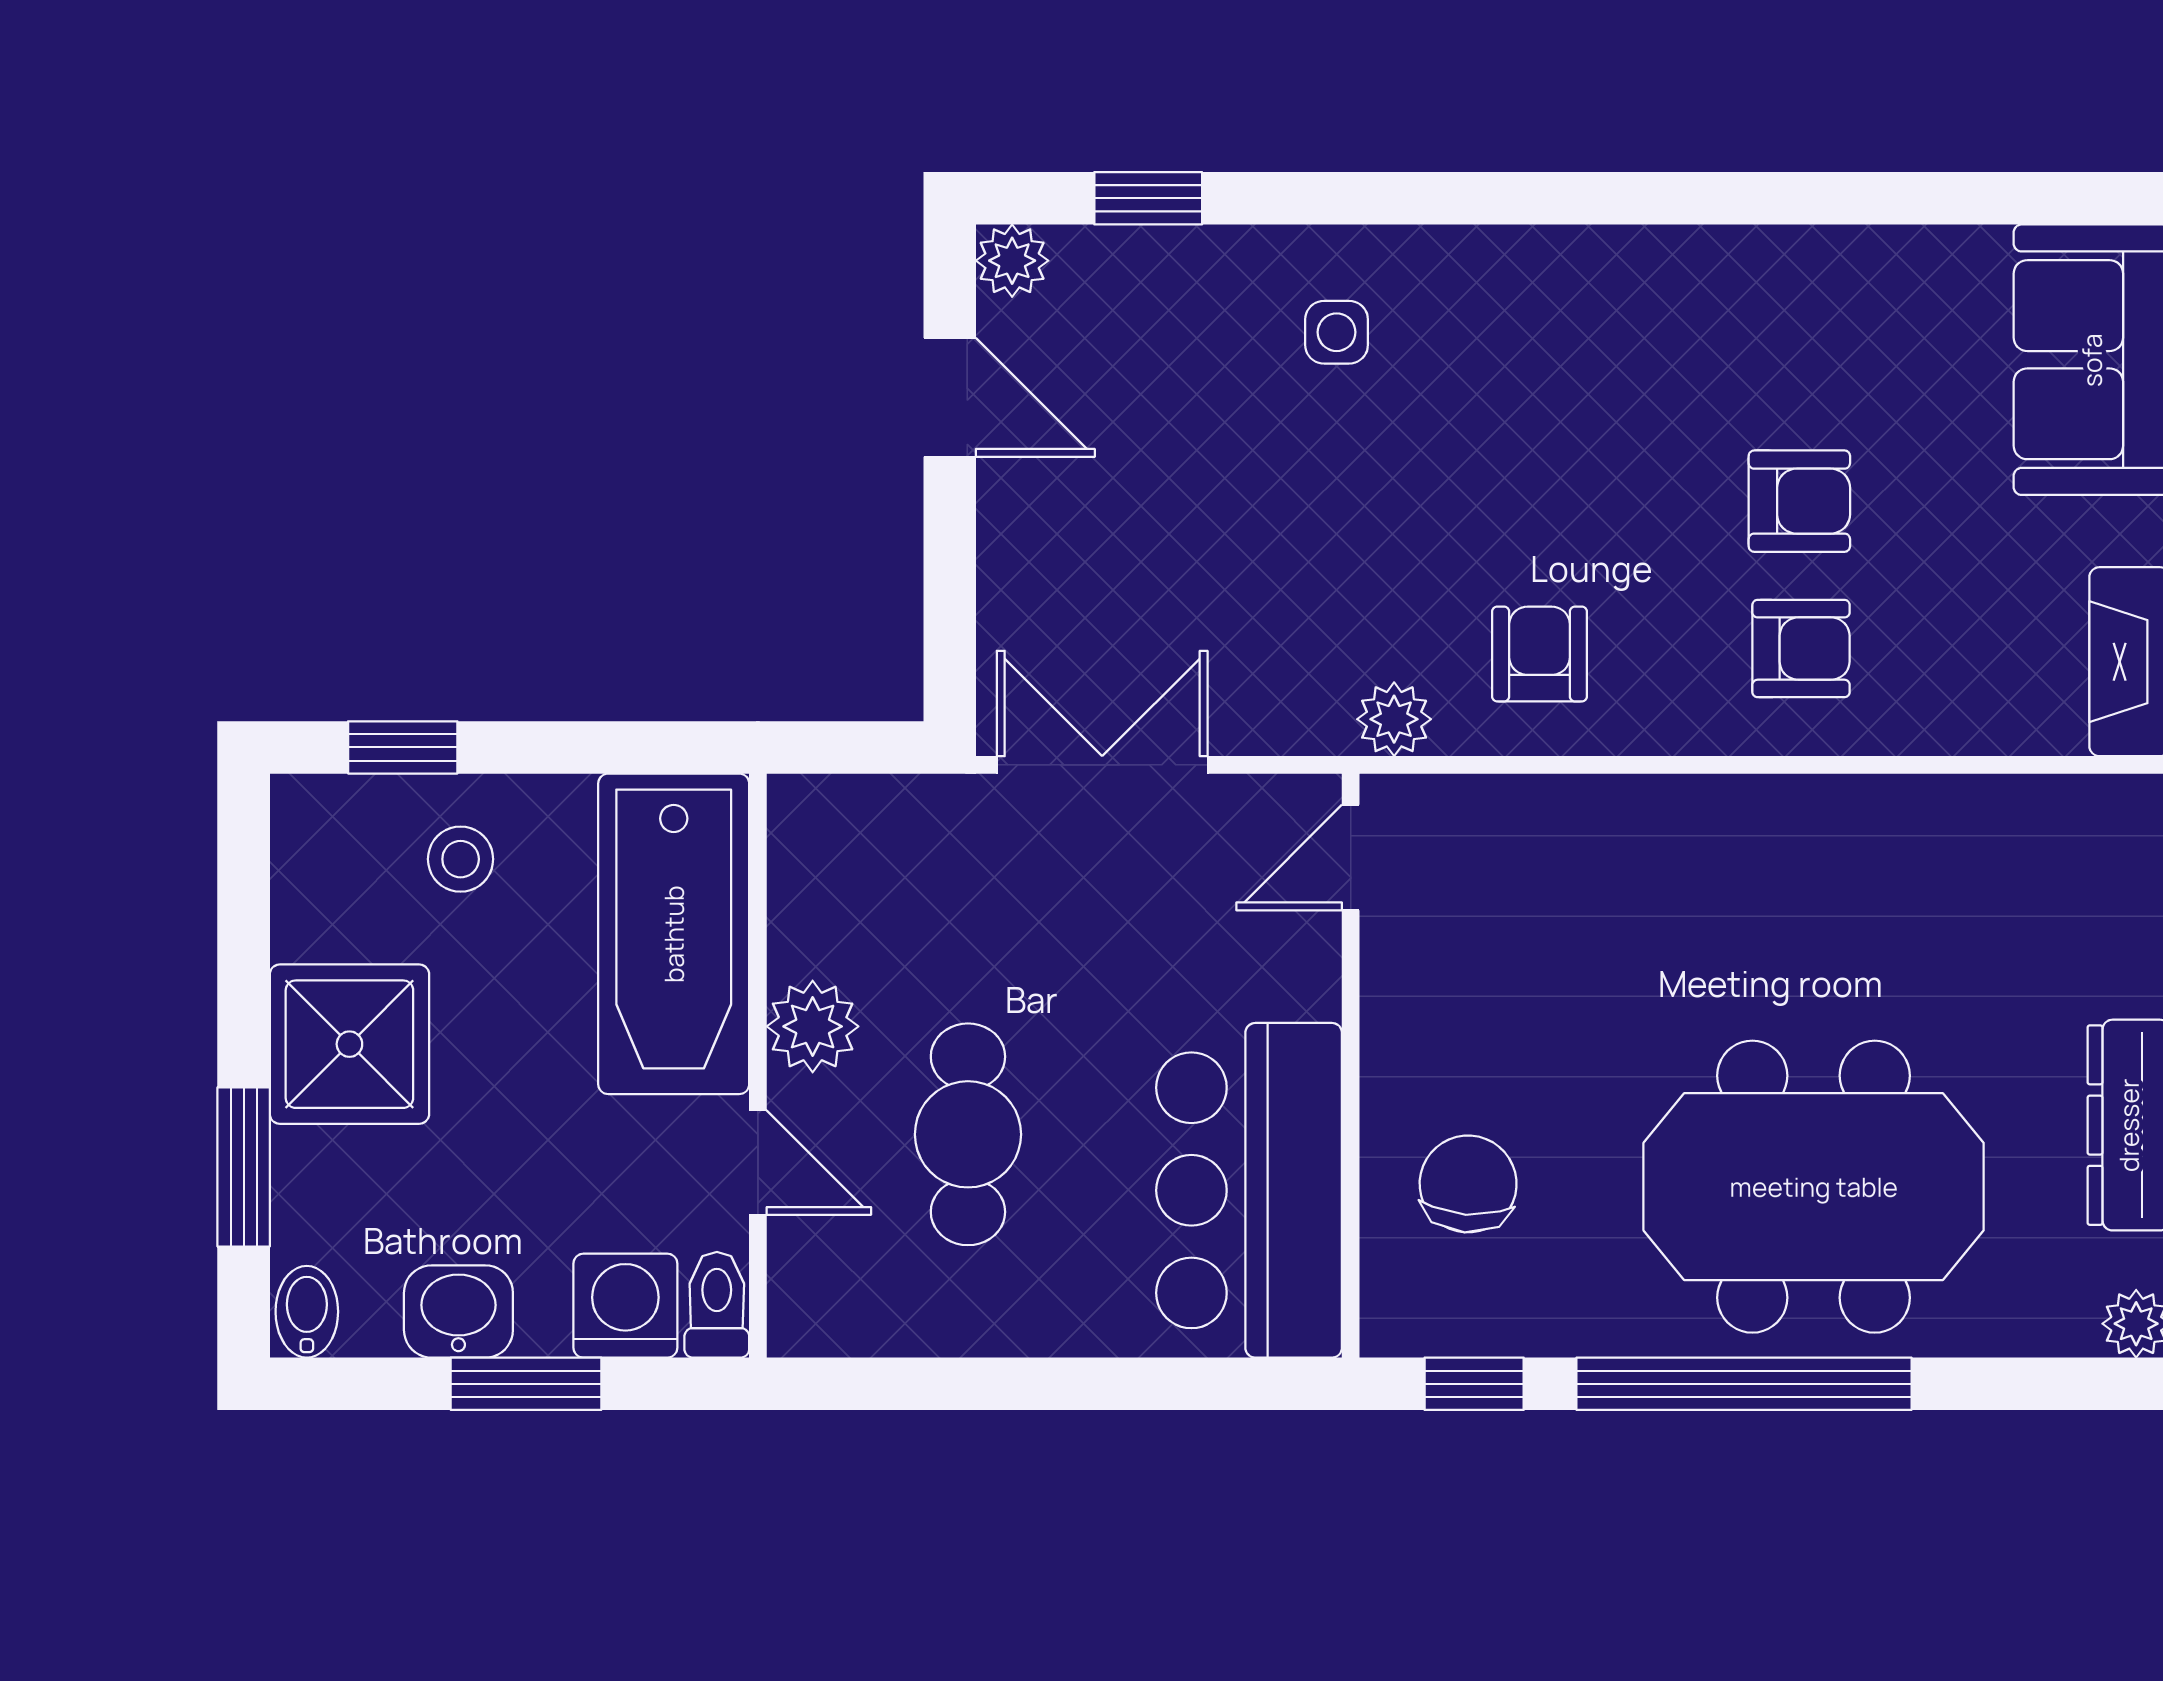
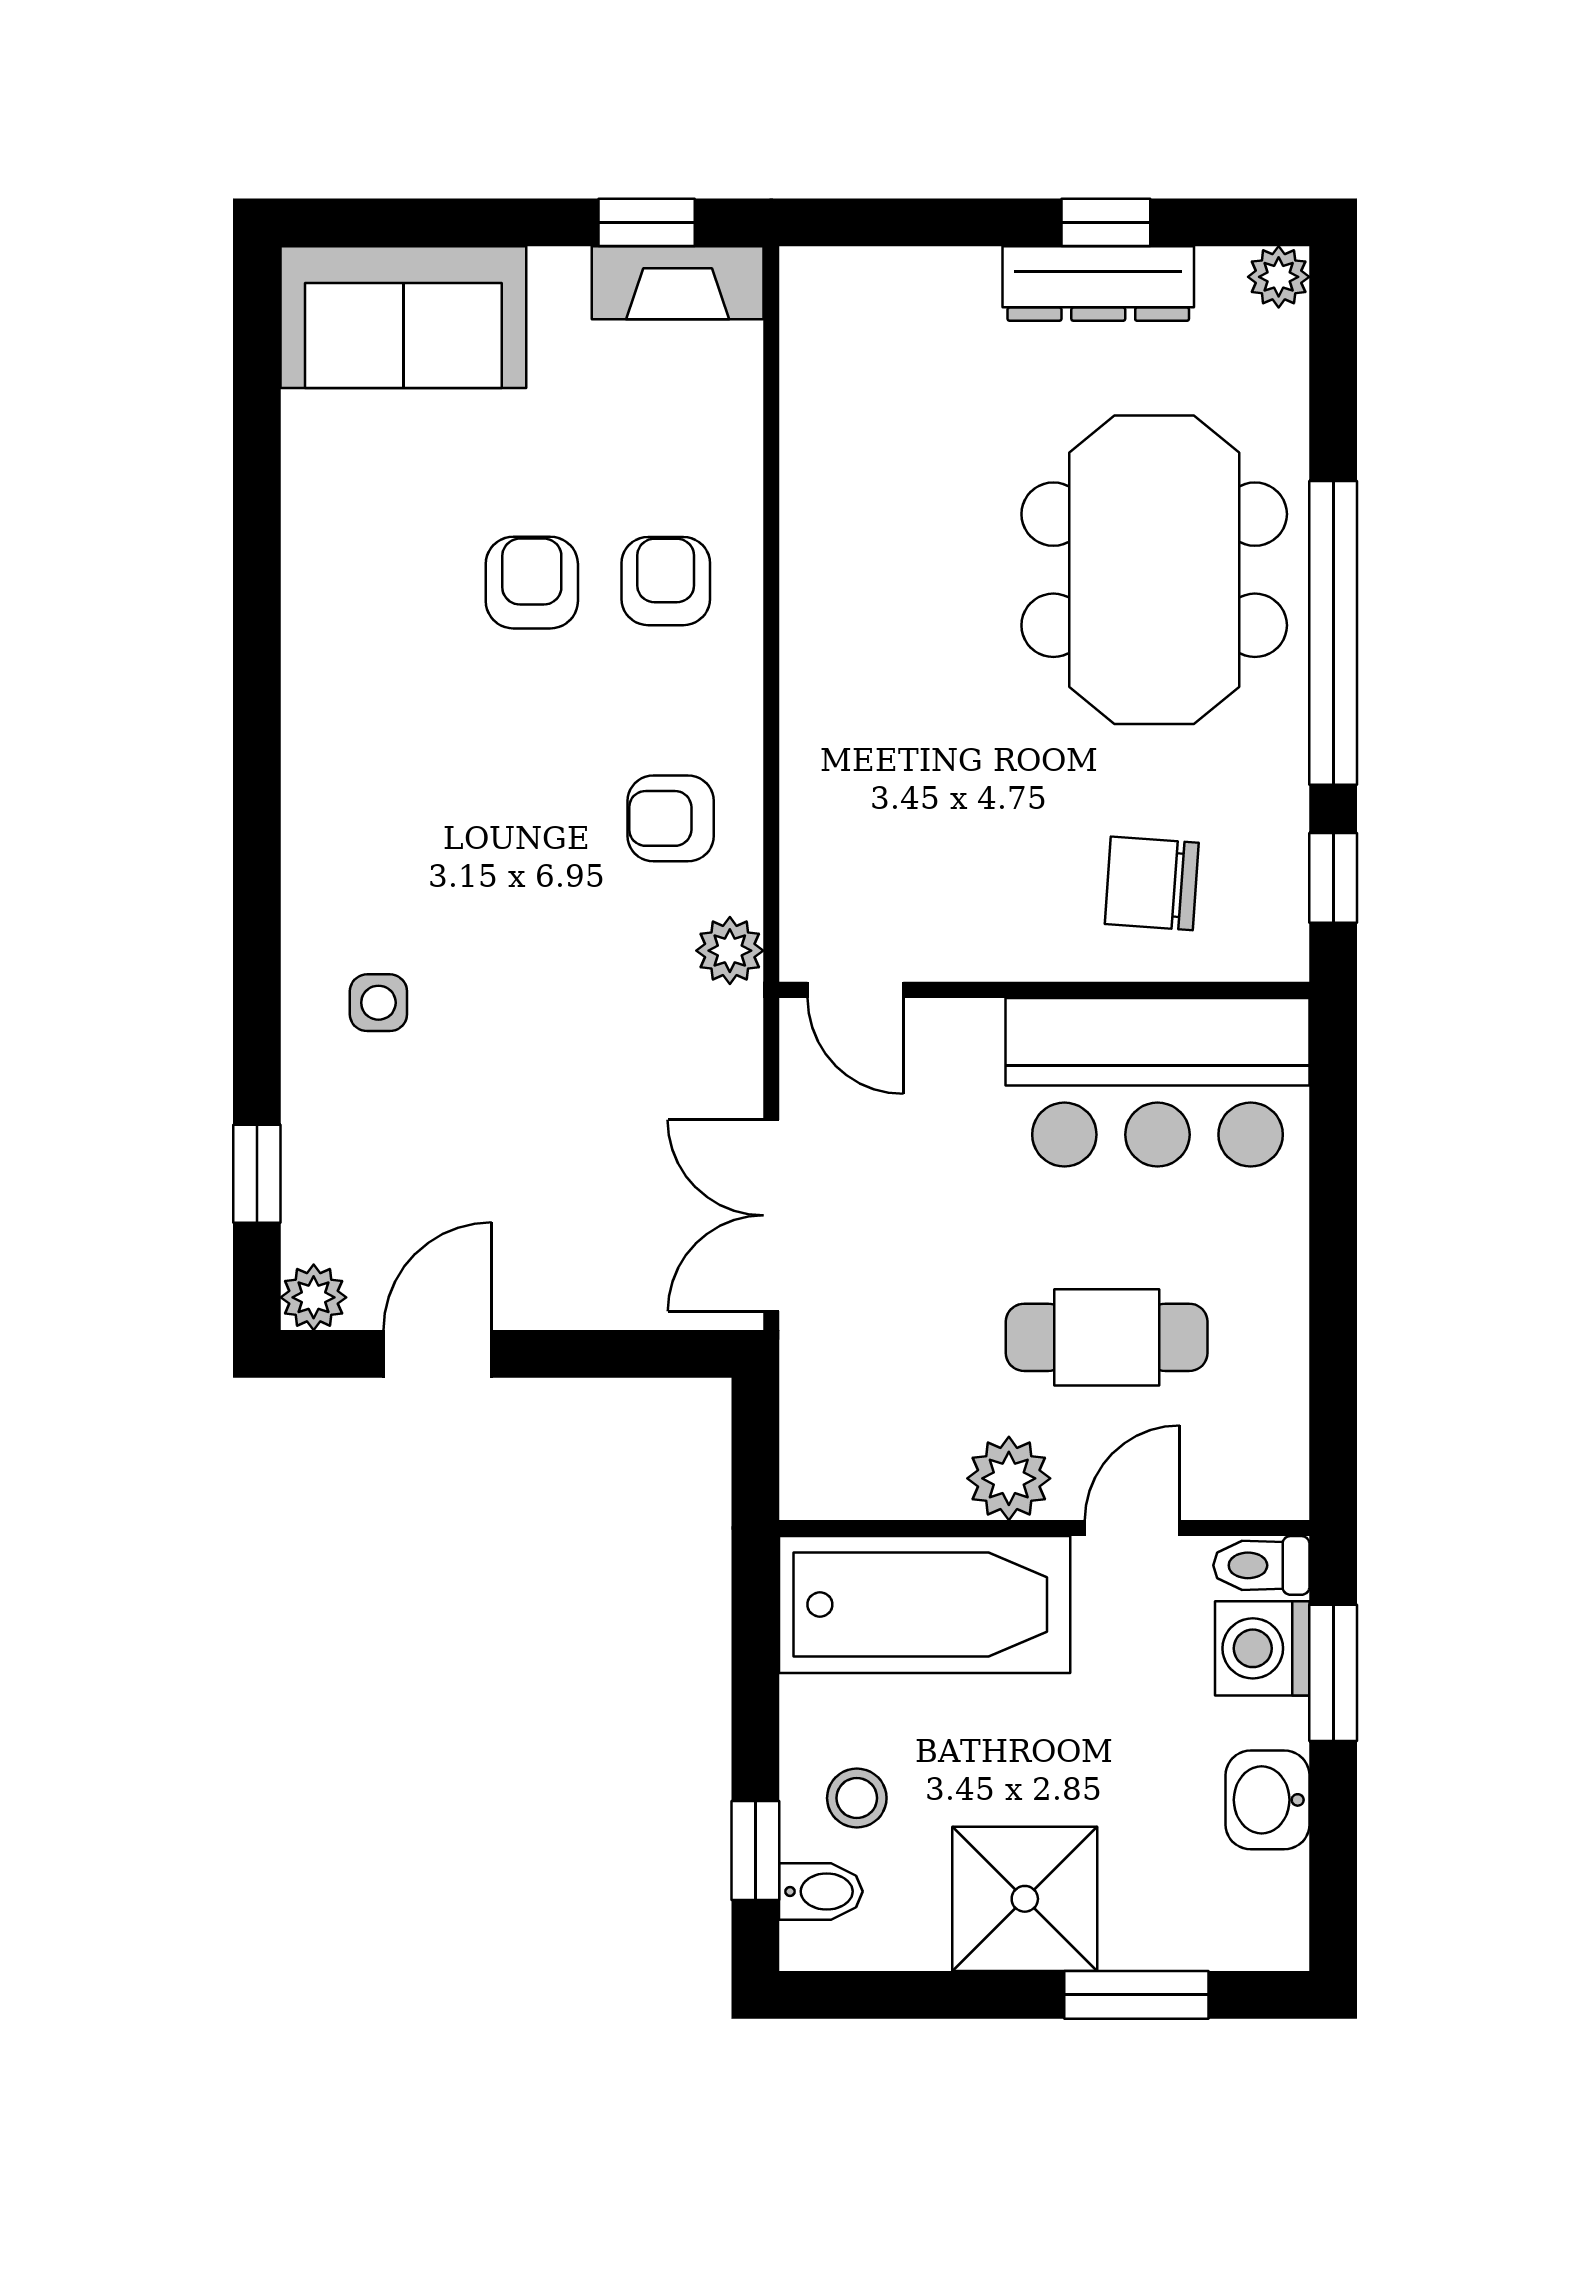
bidet: (307, 1312) -> (821, 1891), moved, turned 180
window: (526, 1384) -> (1333, 1673), moved

